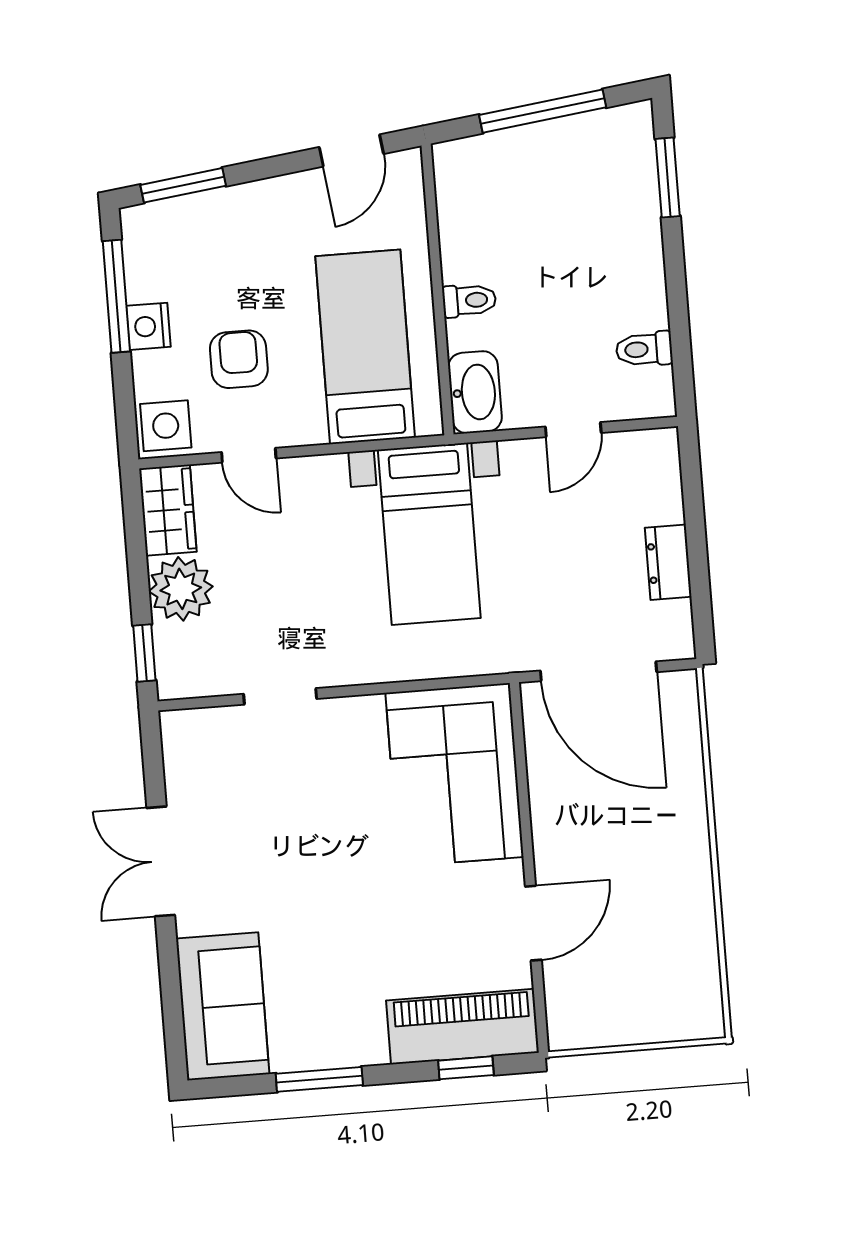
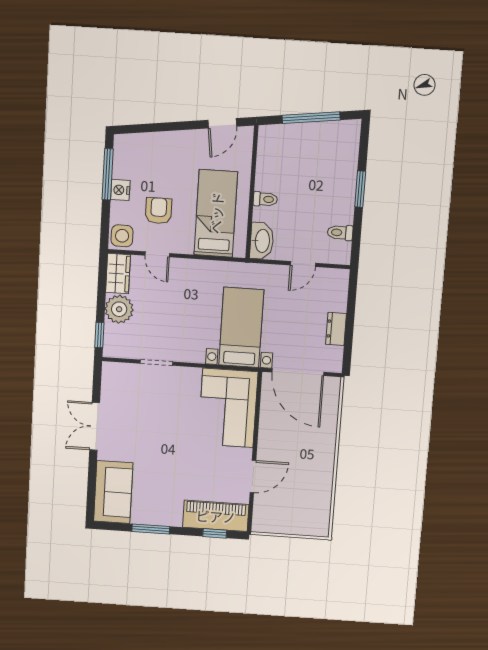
window: (668, 177) -> (360, 189), moved
window: (183, 185) -> (144, 128), removed
bed with nightstands: (429, 534) -> (241, 327), moved, turned 180

